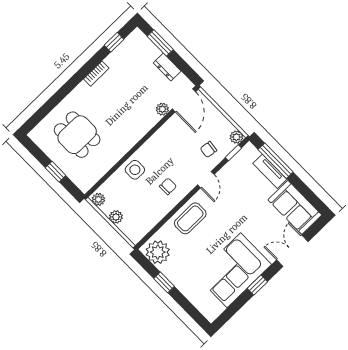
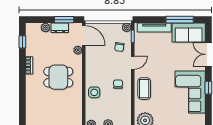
window: (160, 43) -> (64, 20), moved
plant: (153, 52) -> (46, 28), added
dining table: (77, 135) -> (58, 77), moved
window: (276, 161) -> (180, 20), moved
tv unit: (270, 171) -> (154, 27), width x1.41
door: (206, 180) -> (133, 63), hinge flipped

